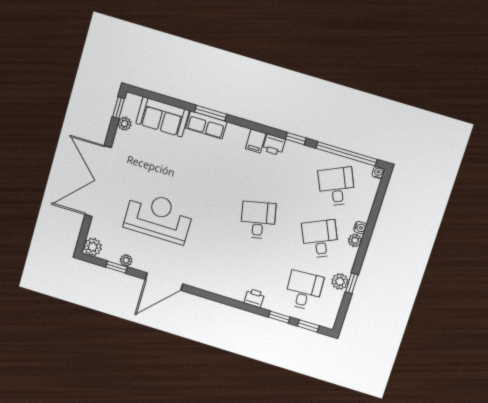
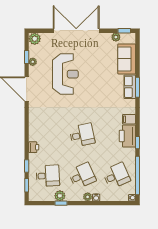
printer: (274, 145) -> (127, 136), width x1.87, depth x1.48

